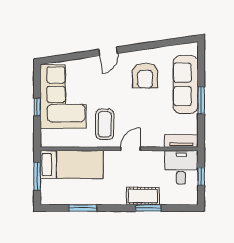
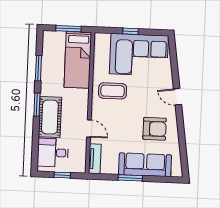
armchair: (145, 76) -> (155, 129), turned 180
door: (130, 149) -> (89, 129), moved
desk: (181, 167) -> (53, 153), moved, turned 180
cot: (143, 196) -> (50, 117), width x1.37, depth x1.34
window: (148, 208) -> (37, 105), moved

